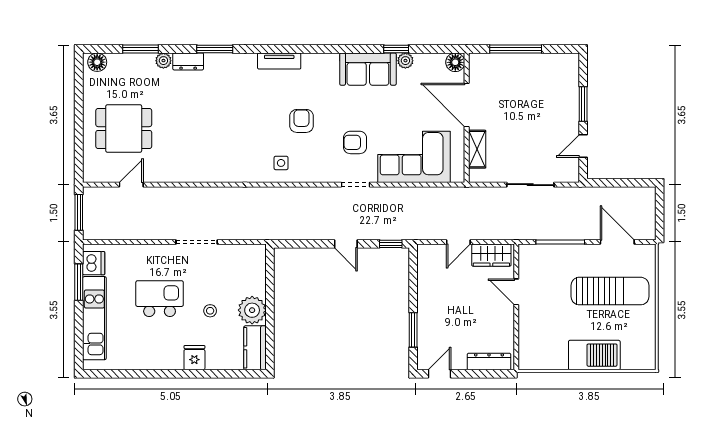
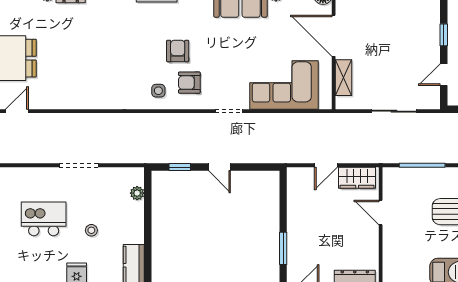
window: (583, 104) -> (444, 35), width x0.67
armchair: (355, 142) -> (189, 83), moved
window: (391, 244) -> (180, 167), moved
plant: (252, 310) -> (137, 193), moved, width x0.53, depth x0.53

